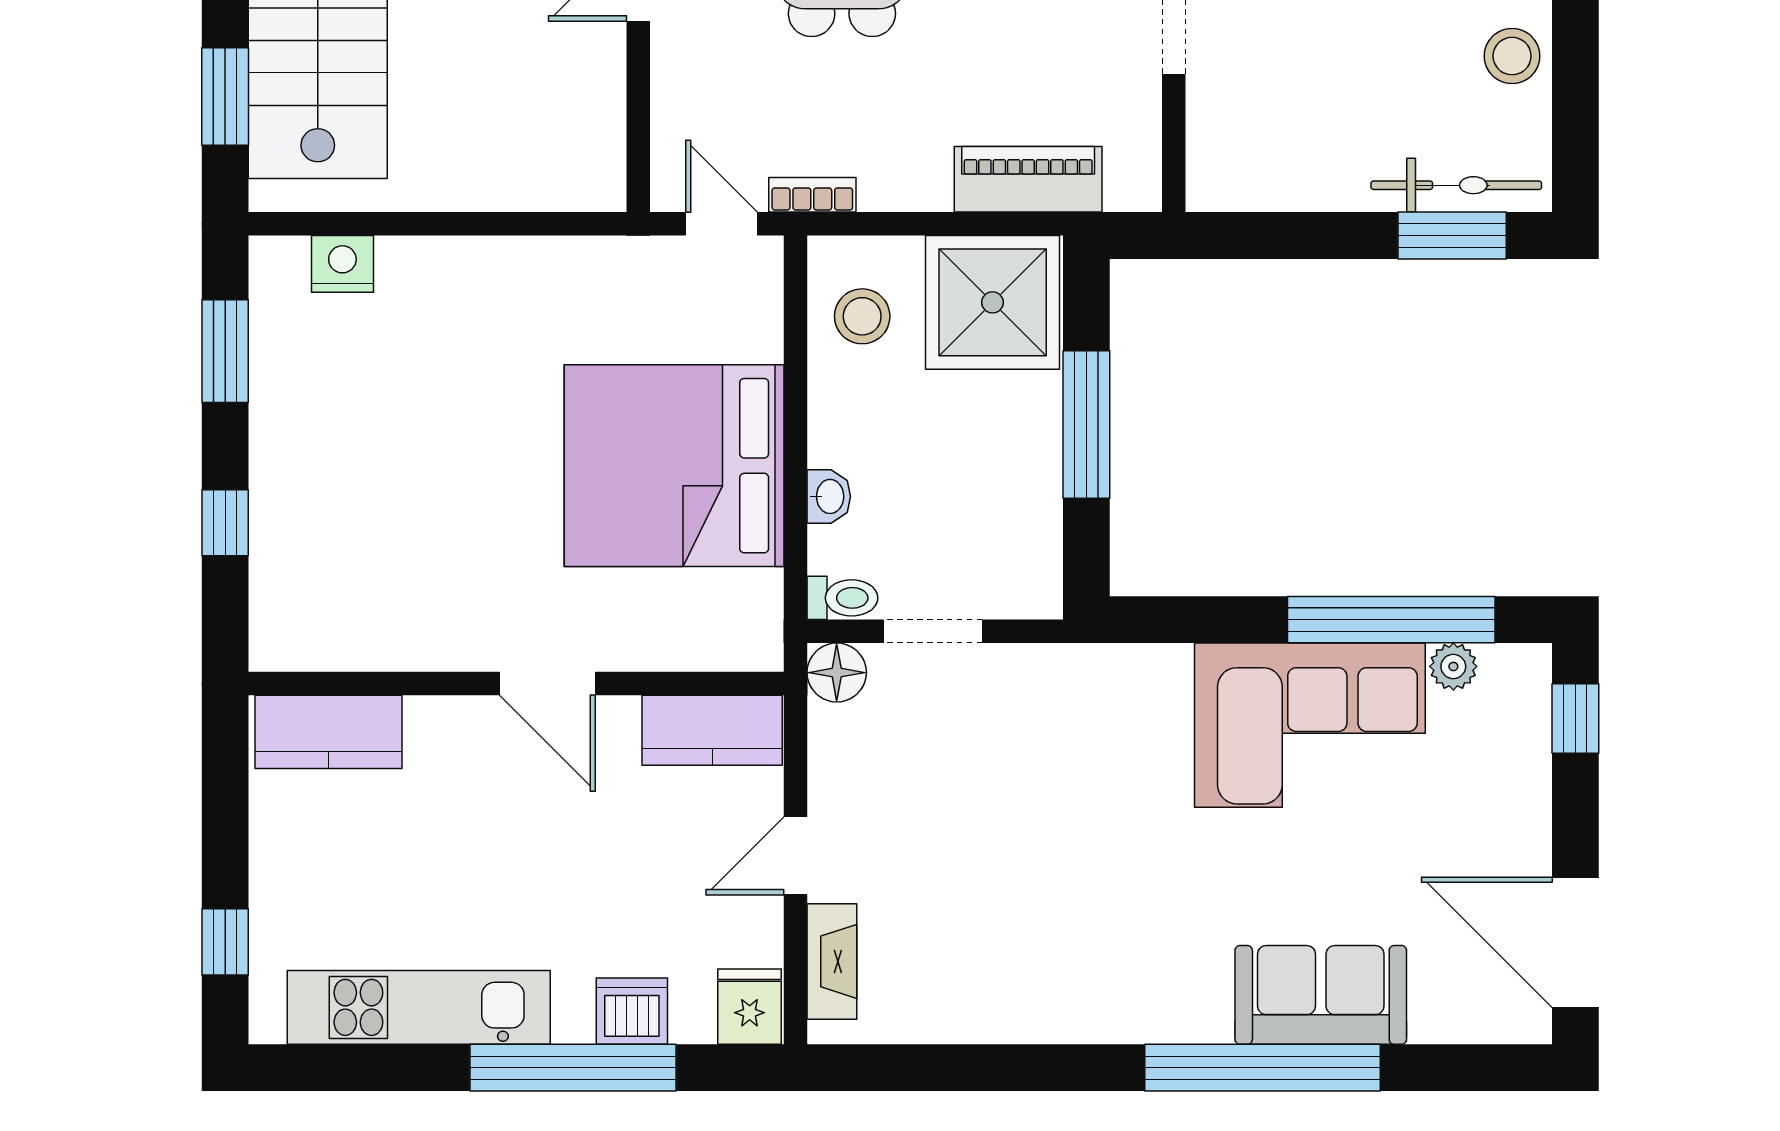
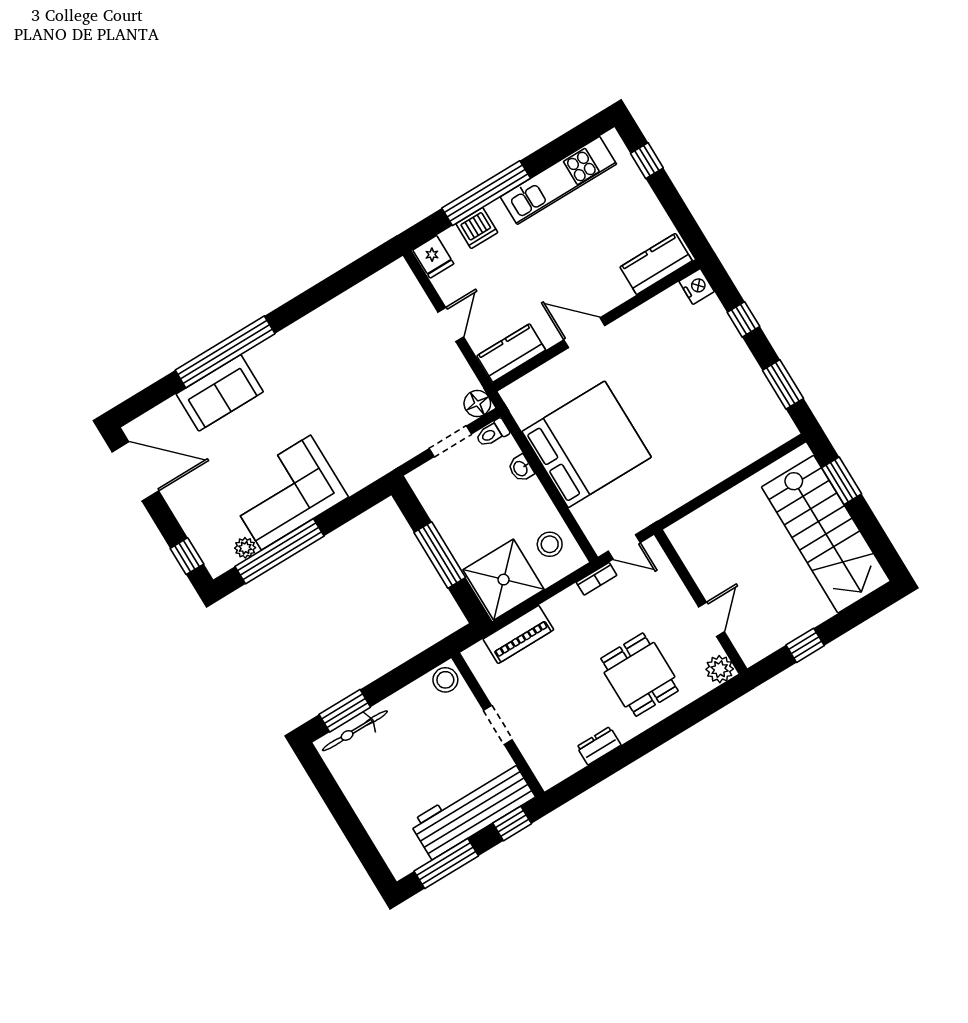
stool: (1512, 56) -> (445, 680), moved
nightstand: (342, 264) -> (697, 286), moved, turned -90
fireplace: (832, 961) -> (413, 293), removed

